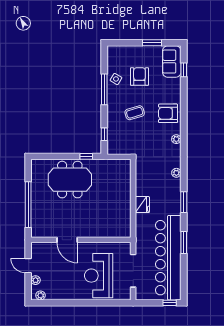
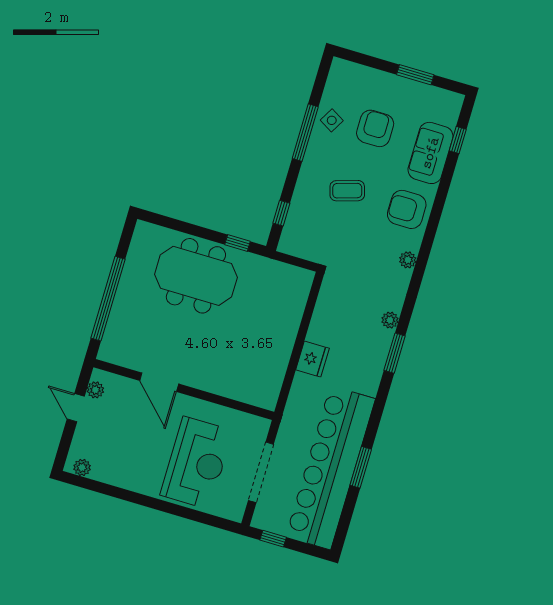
sofa: (172, 62) -> (430, 153), moved
window: (184, 202) -> (395, 353), moved
window: (184, 242) -> (361, 467), moved
reception desk: (99, 276) -> (196, 463), turned 180
plant: (36, 280) -> (95, 390), moved
window: (170, 303) -> (273, 539), moved

